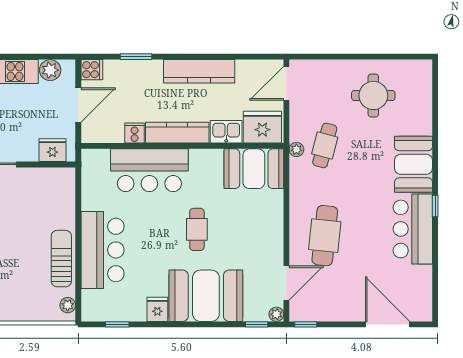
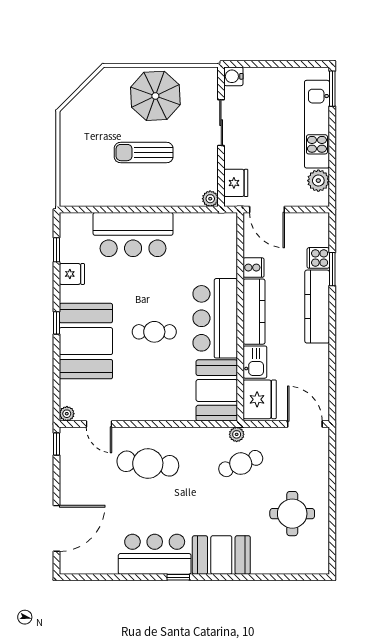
cooker: (92, 70) -> (318, 258), moved, turned 90
kitchen counter: (199, 71) -> (317, 307), moved
door: (78, 105) -> (267, 210), moved
cafe table: (325, 145) -> (241, 464), turned -36
bar counter: (149, 170) -> (215, 318), moved
sun lounger: (61, 259) -> (144, 153), moved, turned 180
door: (286, 283) -> (99, 424), width x0.73
plant: (68, 305) -> (210, 199), moved
fridge: (157, 309) -> (72, 274), moved
window: (257, 324) -> (56, 323), moved

